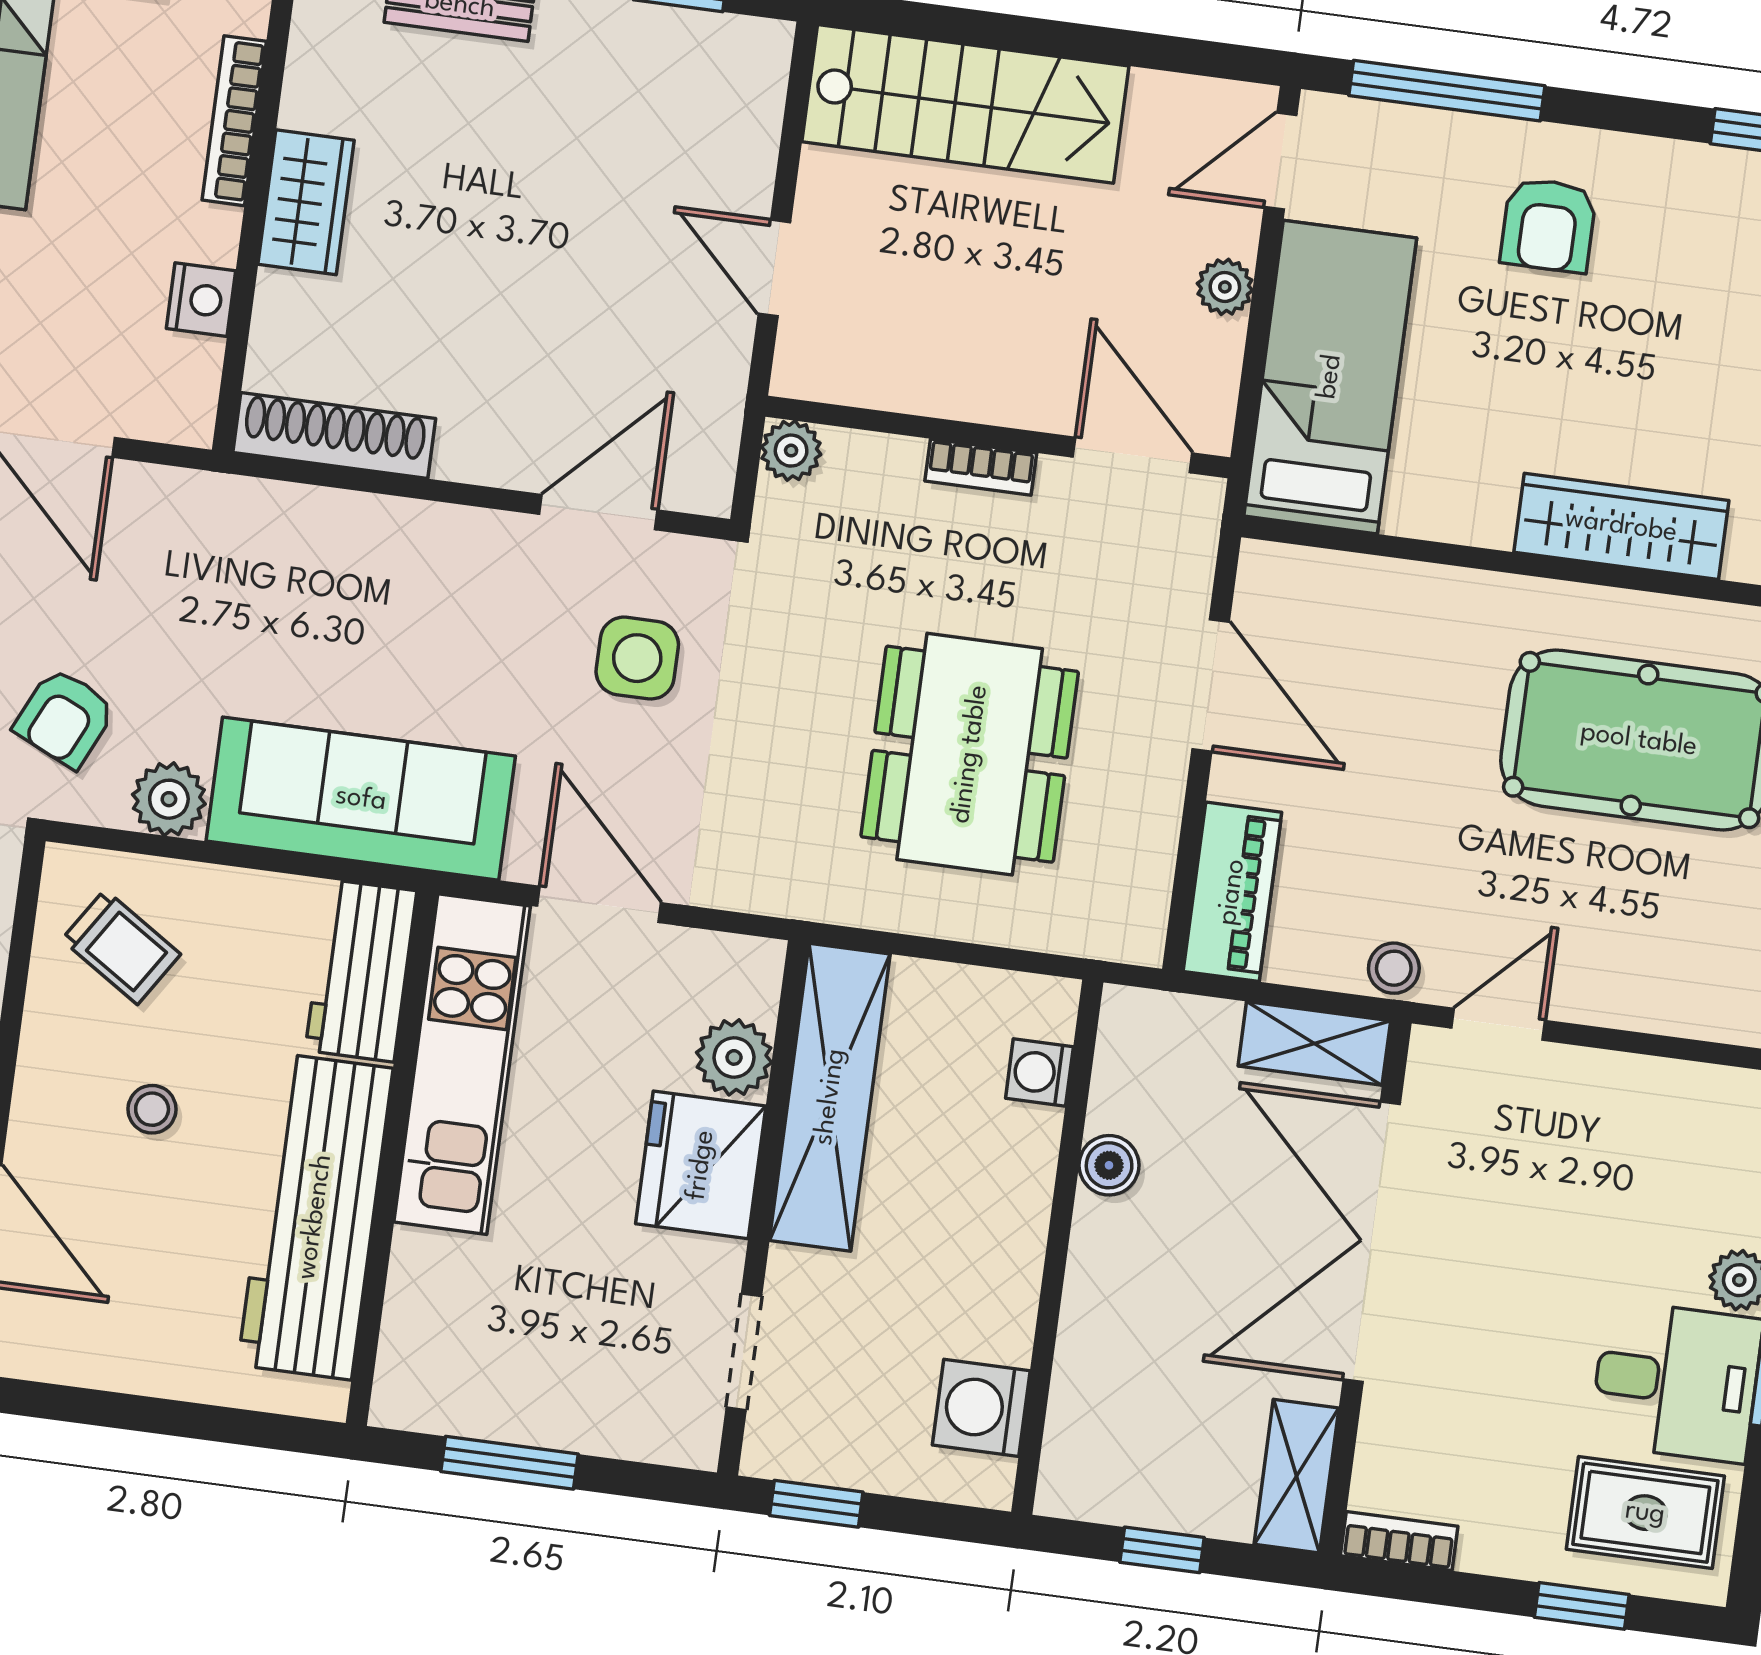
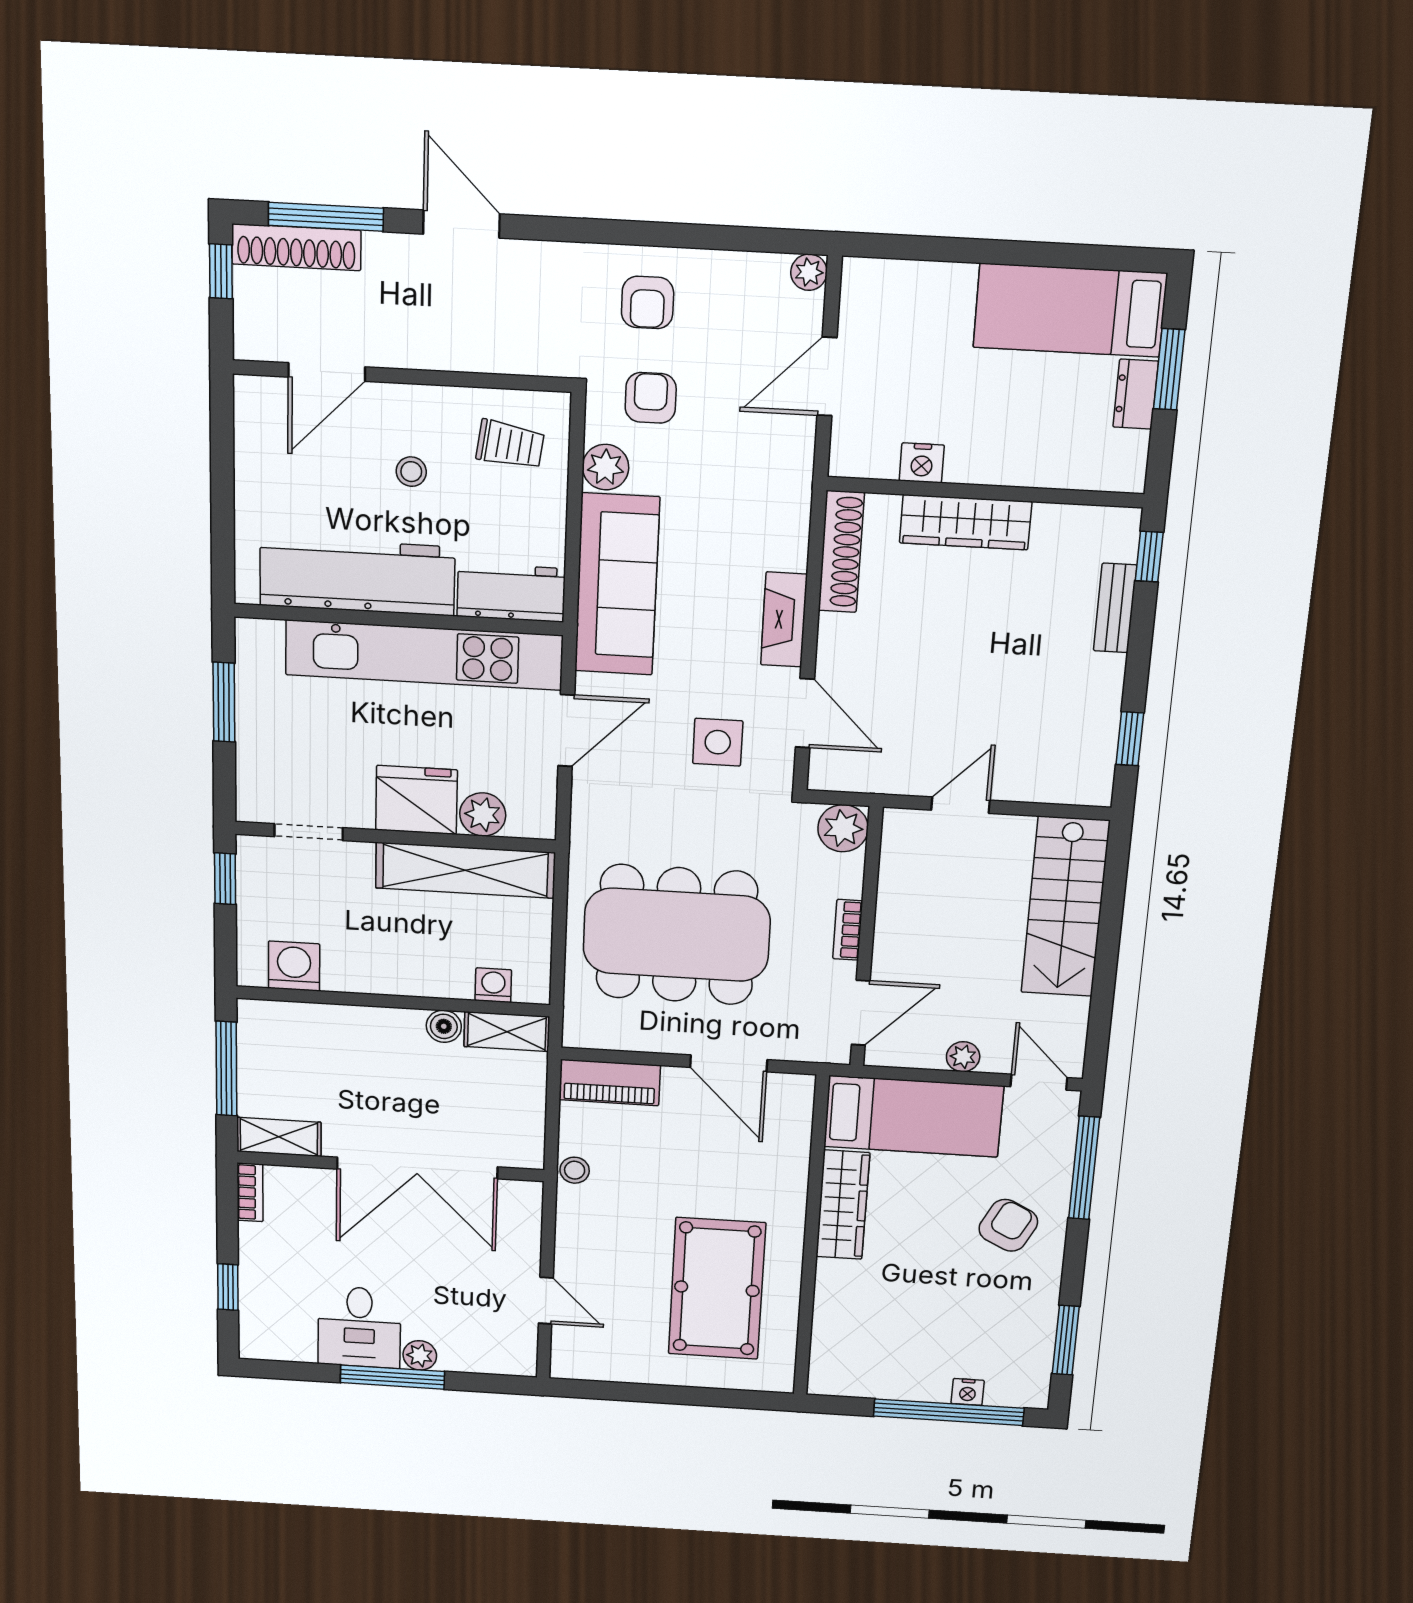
bookcase: (234, 121) -> (1036, 475), removed
wardrobe: (306, 202) -> (965, 522), width x1.50
armchair: (1548, 225) -> (1008, 1225), turned 117
plant: (791, 451) -> (843, 828), width x1.38, depth x1.38
wardrobe: (1621, 526) -> (843, 1205), moved
fireplace: (439, 535) -> (784, 620), added
door: (1211, 685) -> (729, 1063), hinge flipped
armchair: (65, 718) -> (651, 398), turned 65
dining table: (970, 754) -> (677, 935), width x1.36, depth x1.24
trolley: (121, 947) -> (510, 445), turned -115
door: (1498, 1024) -> (546, 1301), moved
shelving: (1314, 1043) -> (507, 1032), moved, turned 90
kitchen unit: (462, 1064) -> (424, 655), width x1.36
double door: (1372, 1242) -> (417, 1168), swing flipped
rug: (1645, 1513) -> (284, 1316), removed
window: (1162, 1550) -> (226, 1069), width x2.17

